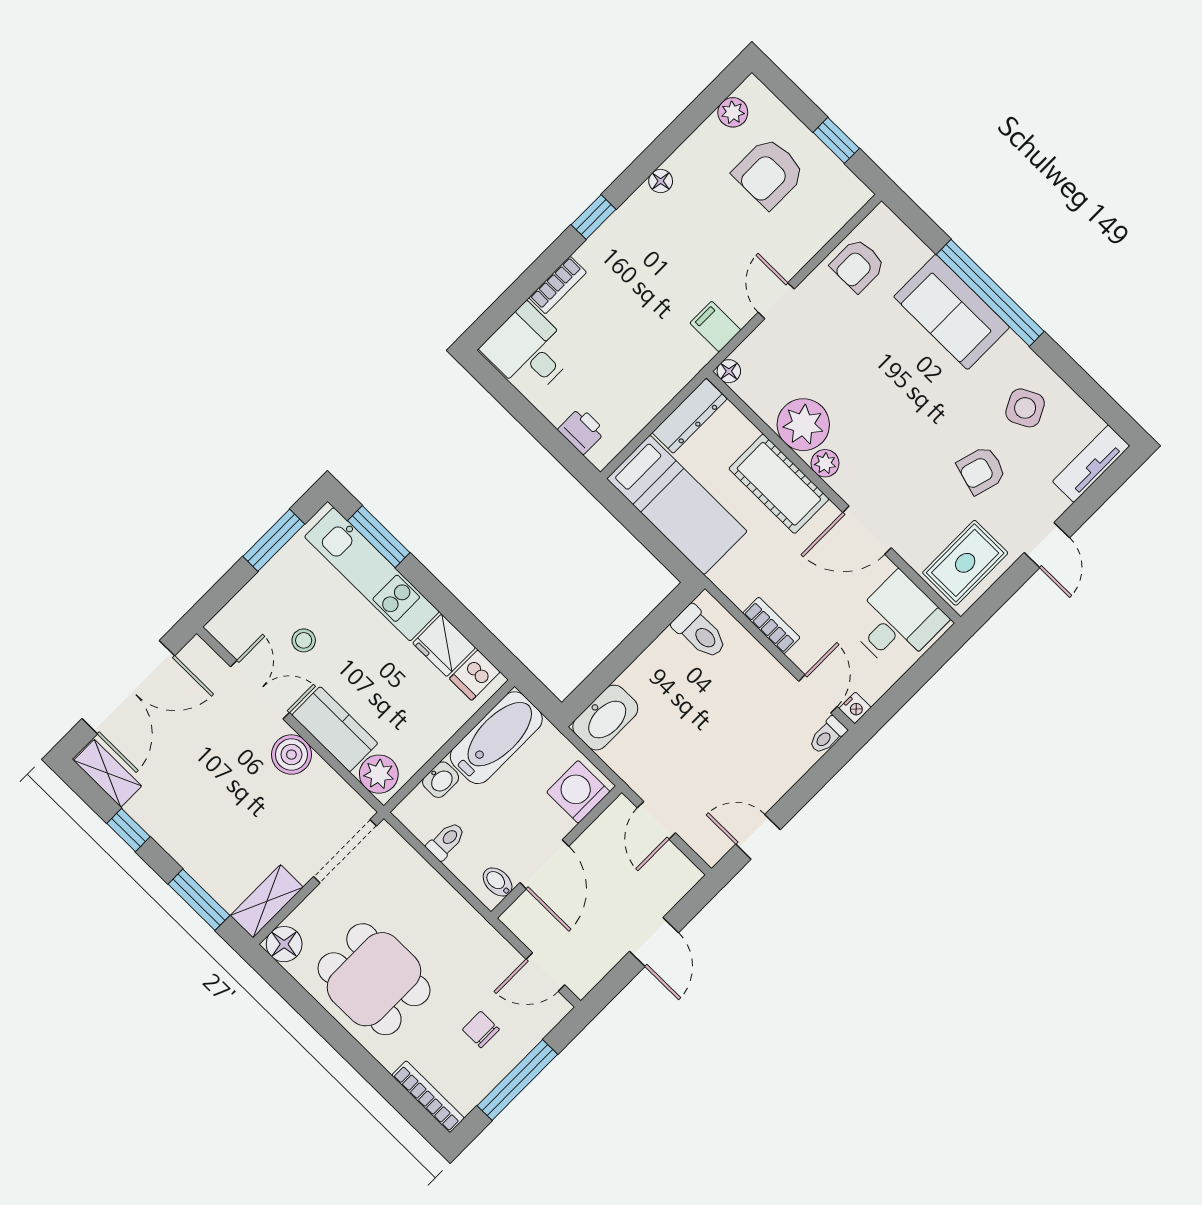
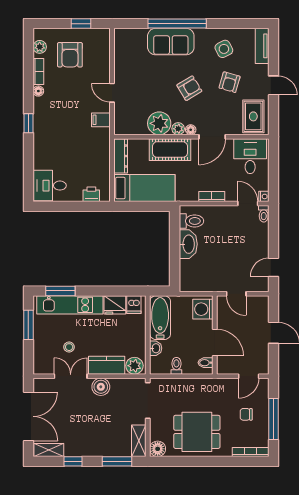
armchair: (858, 265) -> (189, 88), moved, turned -121
bookcase: (558, 285) -> (38, 72), moved
floor lamp: (729, 371) -> (191, 130), moved
washbasin: (605, 718) -> (188, 244), moved

